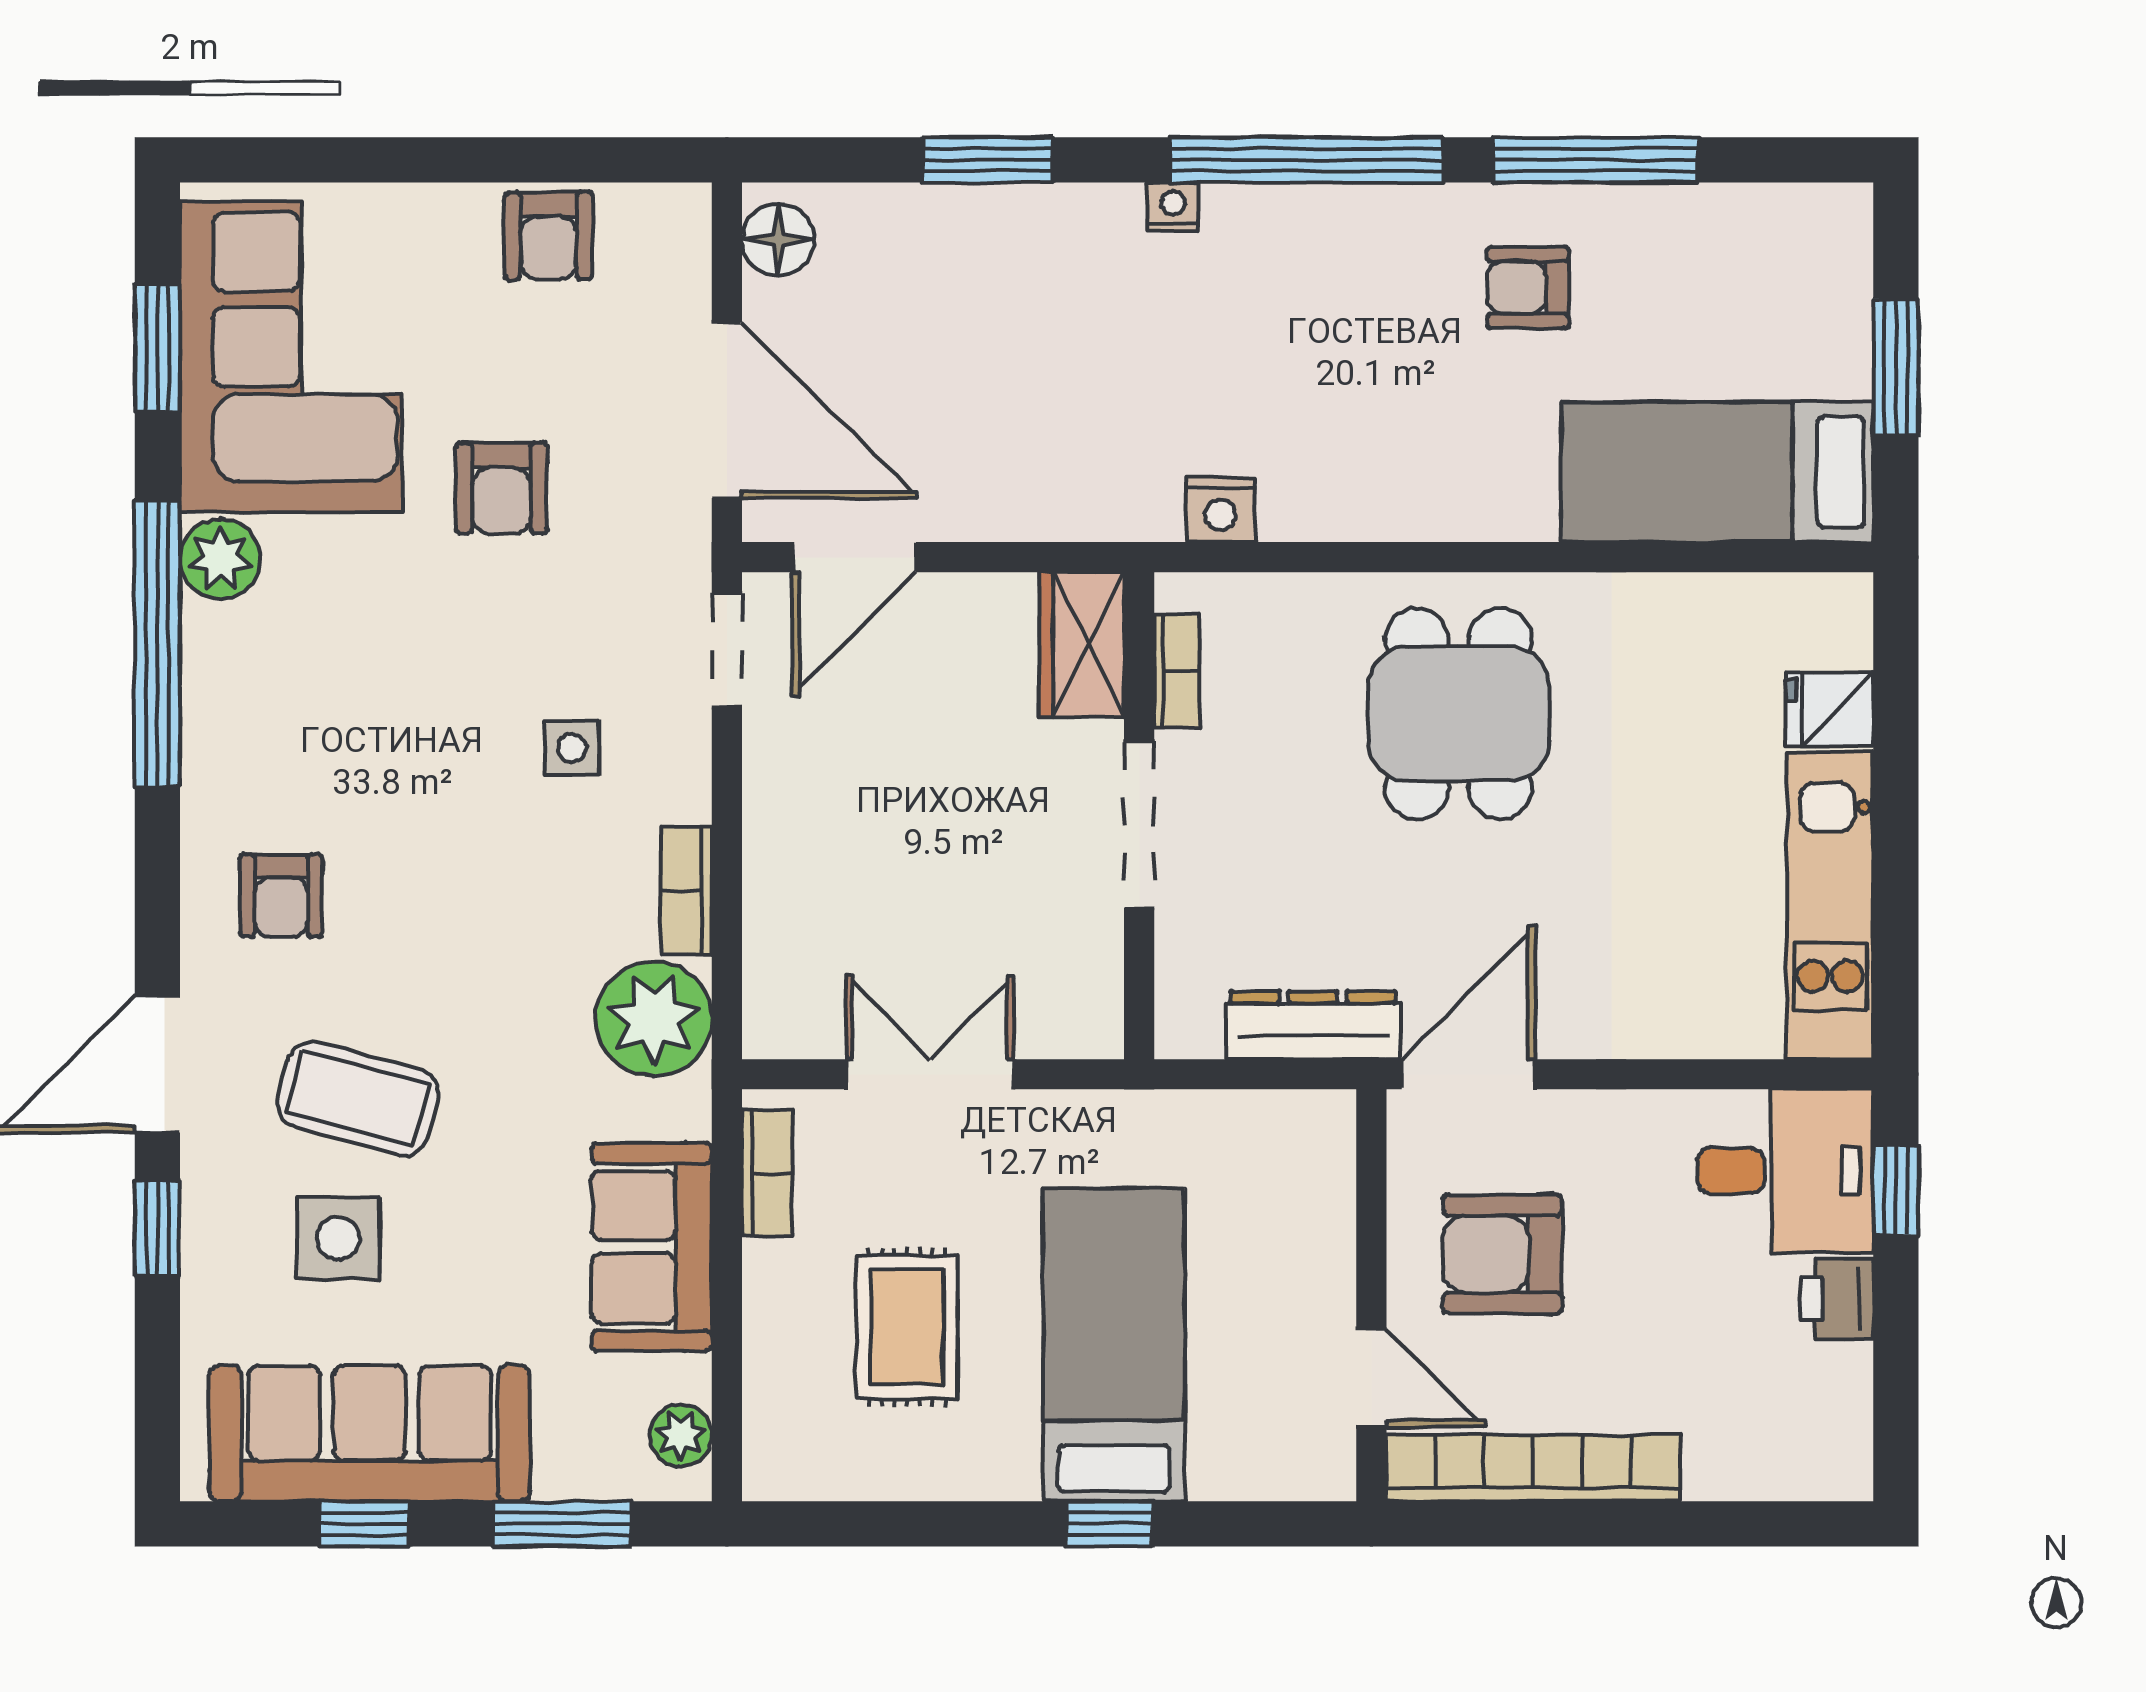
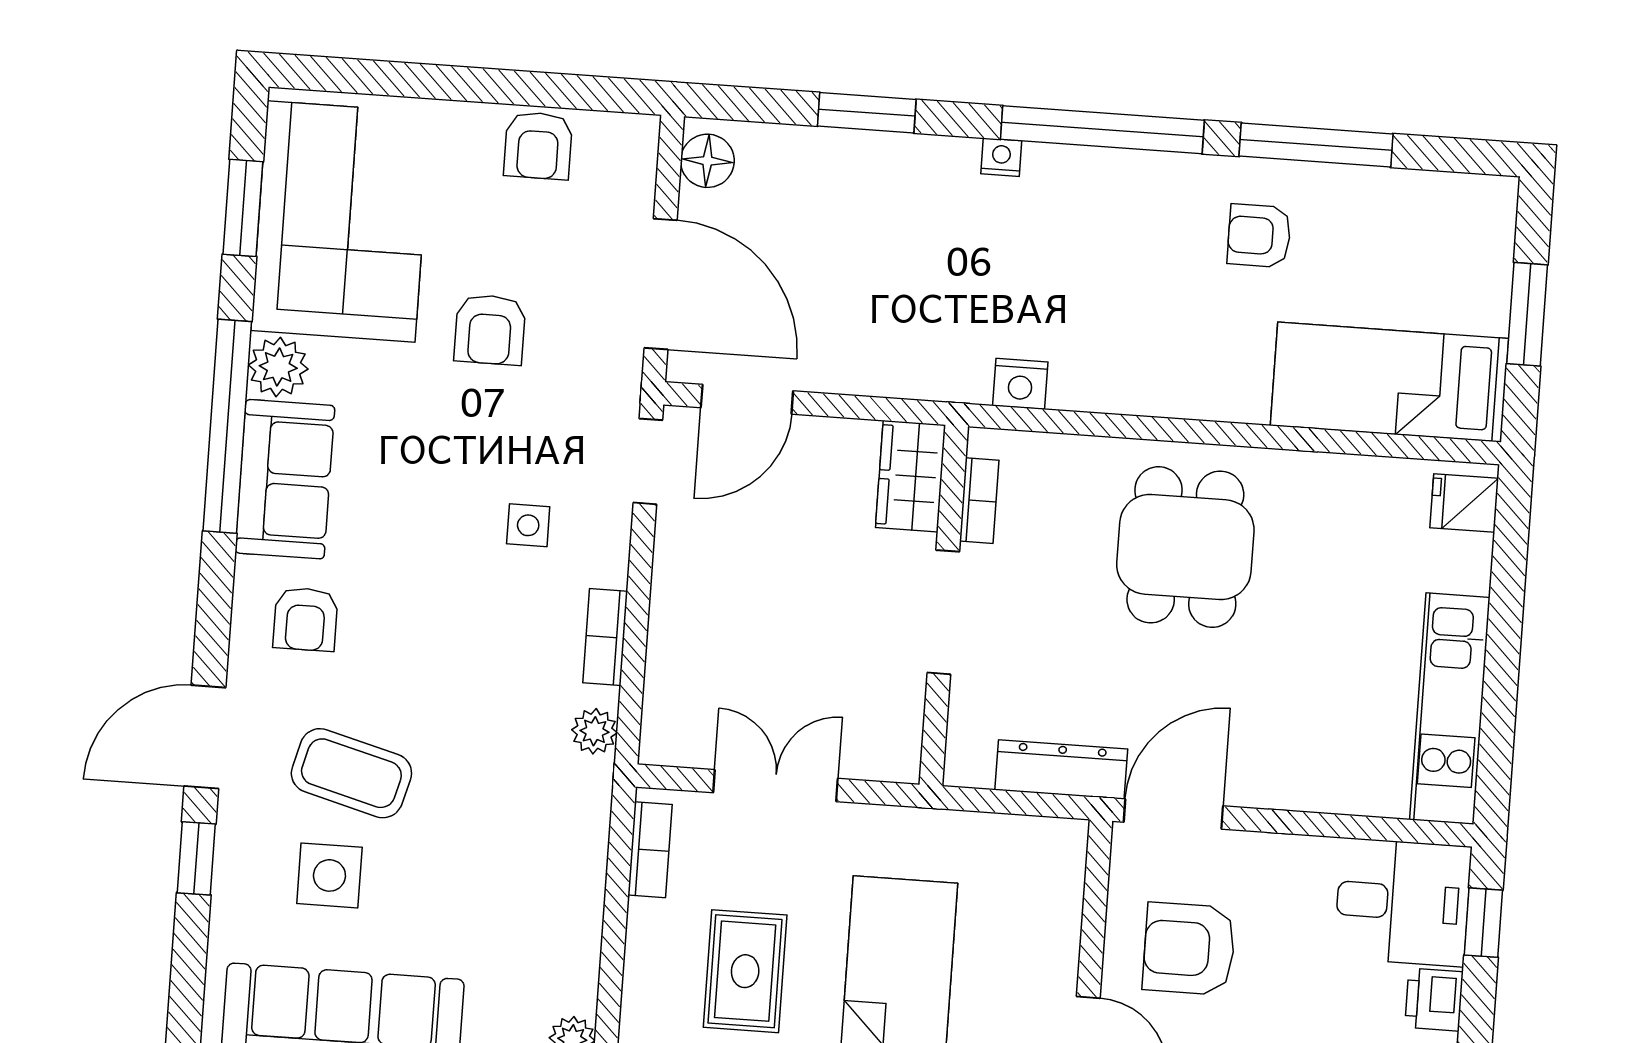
fridge: (1830, 709) -> (1464, 503), moved
plant: (654, 1019) -> (594, 731), width x0.53, depth x0.53
sofa: (652, 1247) -> (285, 479), moved, turned 180

